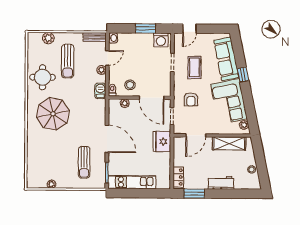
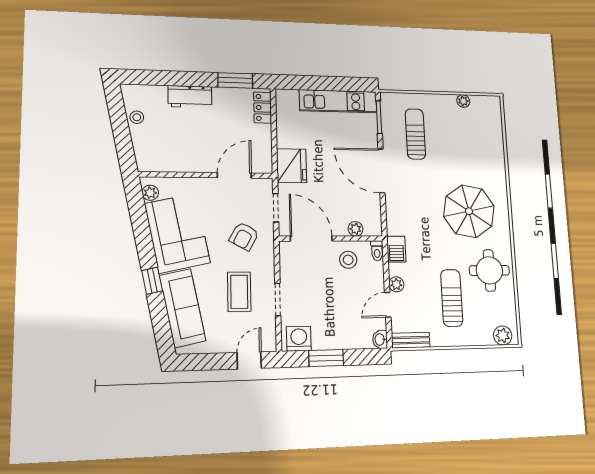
plant: (48, 38) -> (503, 335), moved
armchair: (191, 99) -> (244, 236), turned -151
shelving: (229, 144) -> (176, 161), removed

